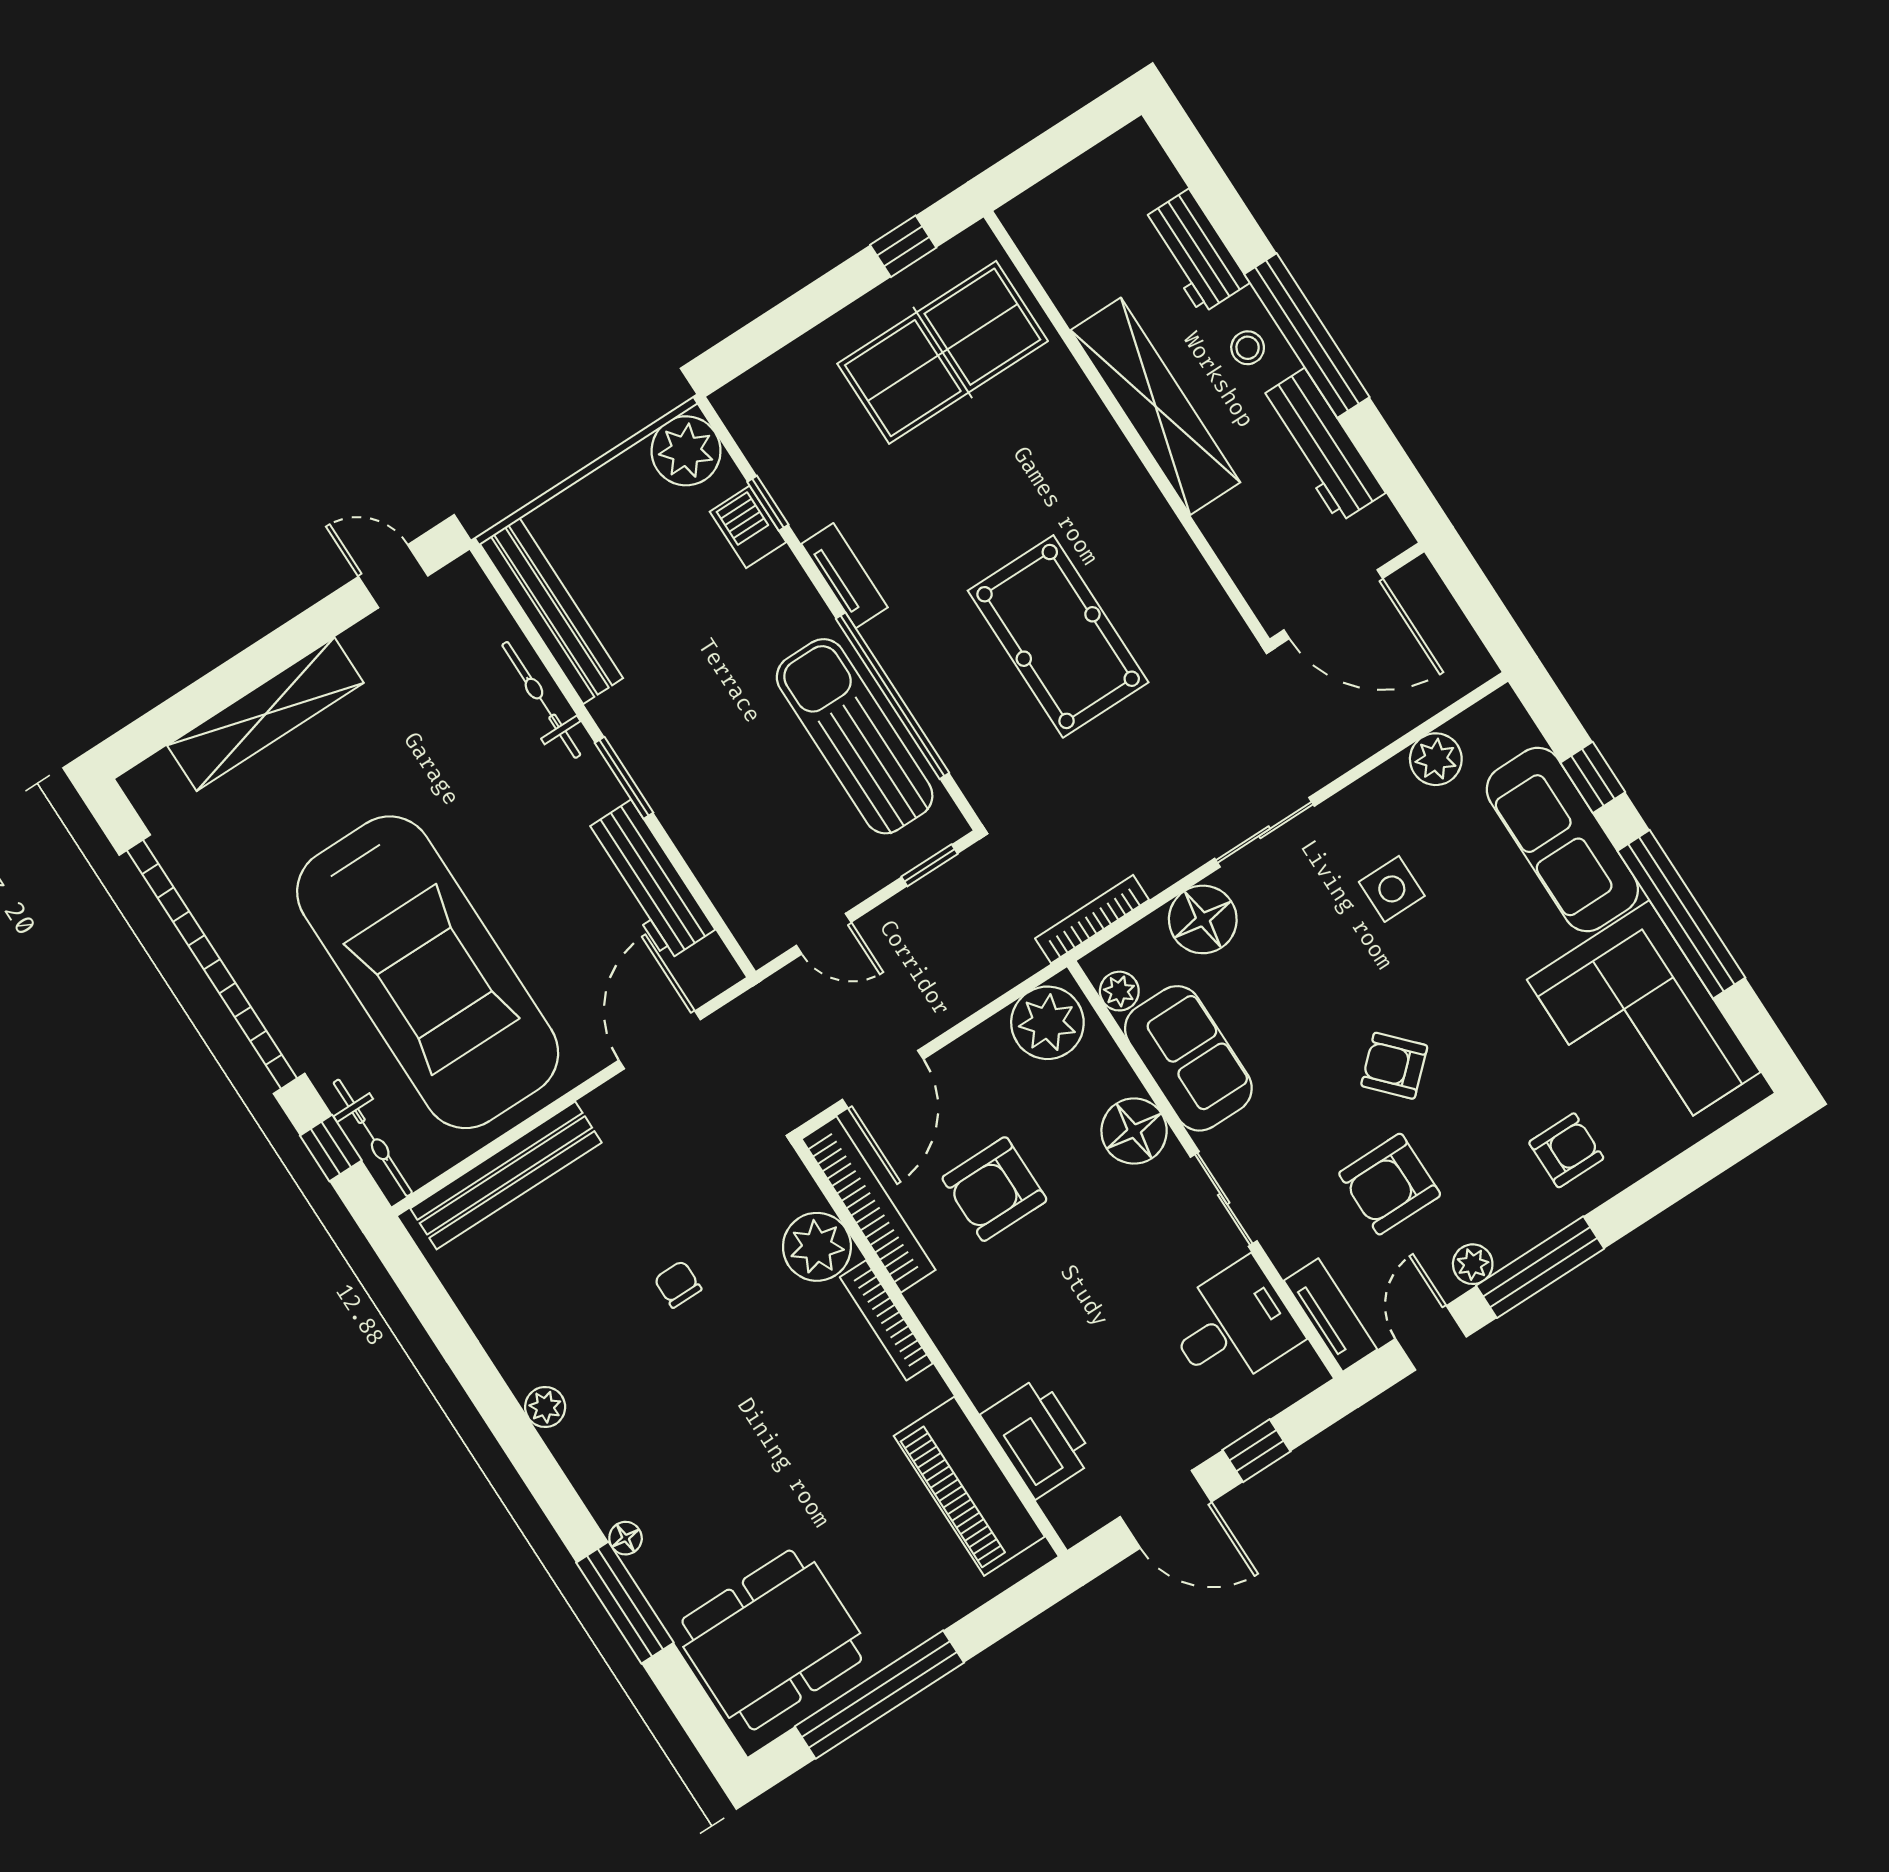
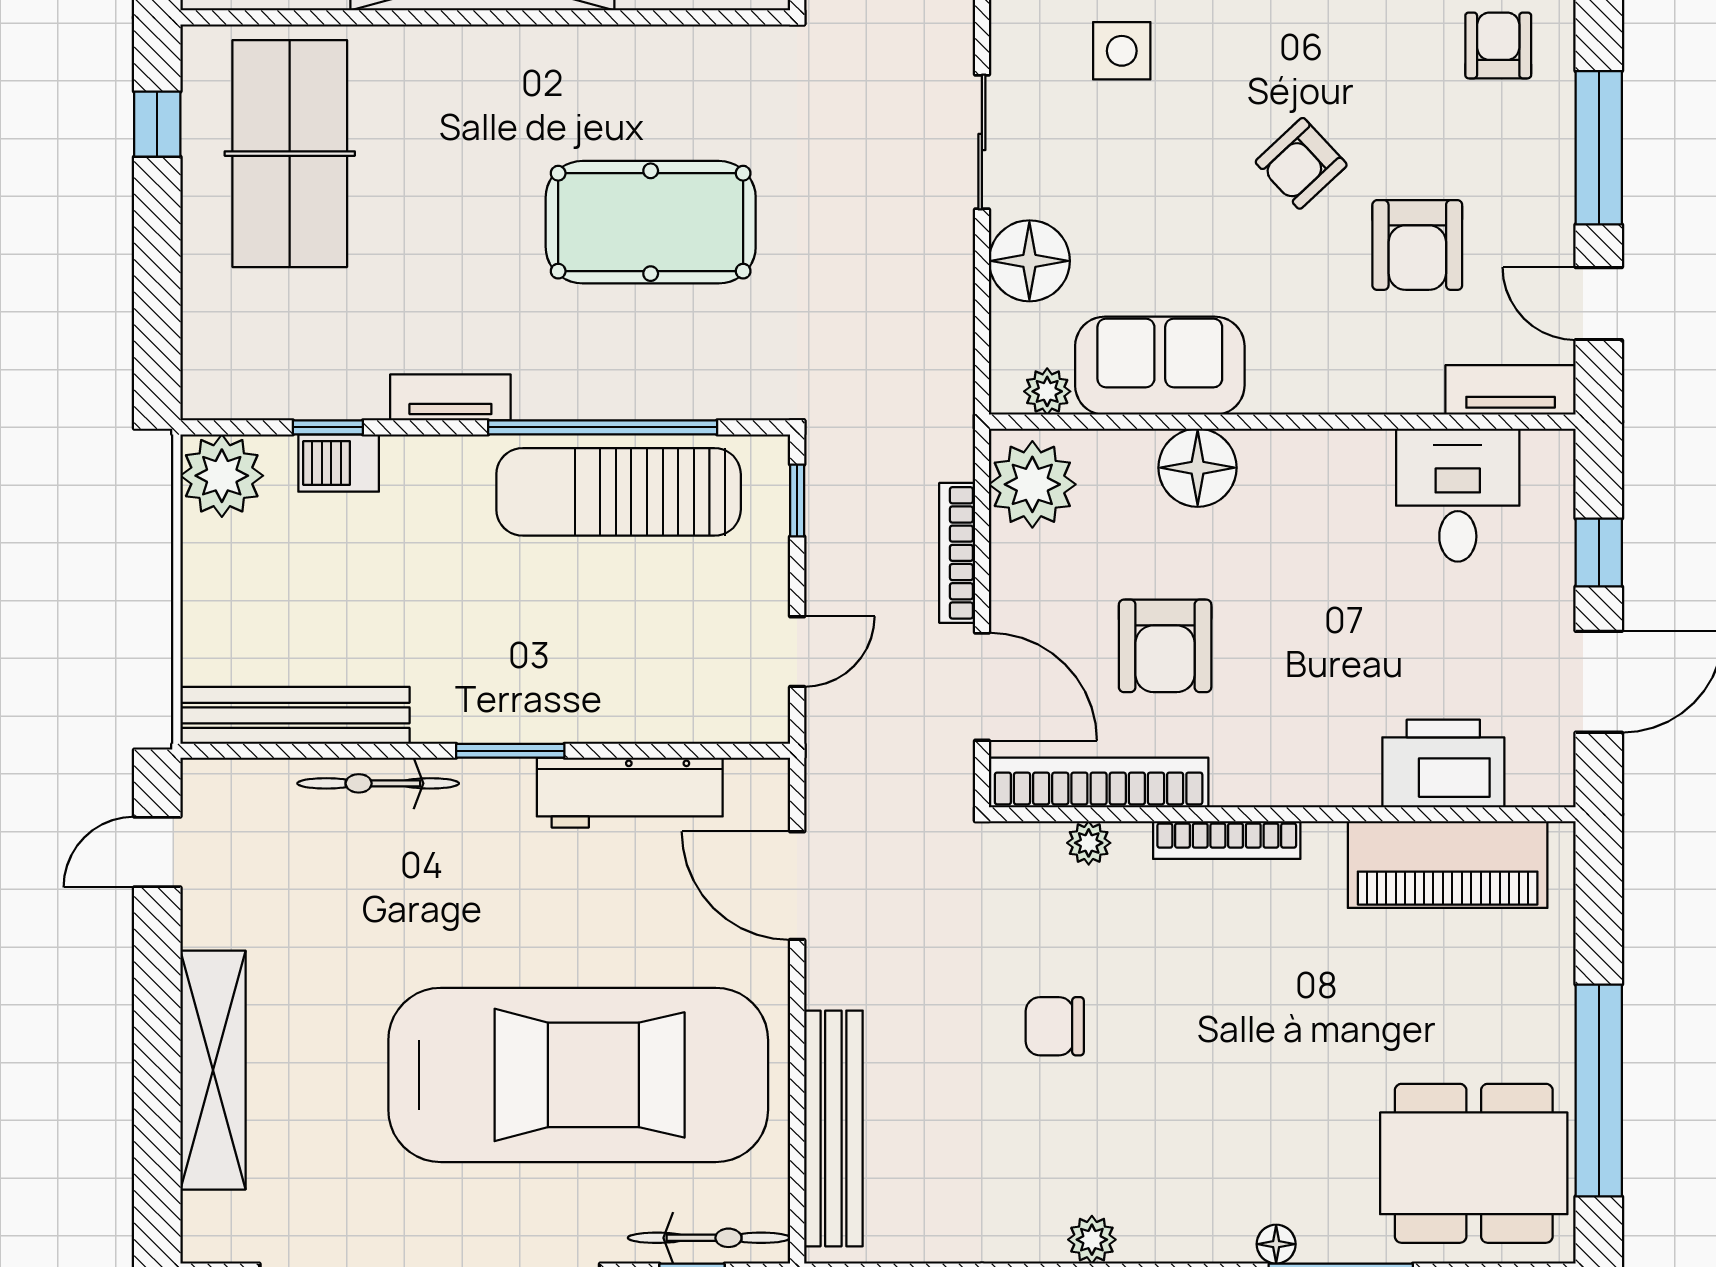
bookcase: (1092, 919) -> (957, 553), moved
sliding door: (1224, 1199) -> (1324, 422), removed
plant: (817, 1247) -> (1089, 843), width x0.53, depth x0.53
plant: (1473, 1264) -> (1552, 214), removed
chair: (678, 1284) -> (1055, 1026), width x1.37, depth x1.37
dining table: (772, 1640) -> (1474, 1163), turned 90

